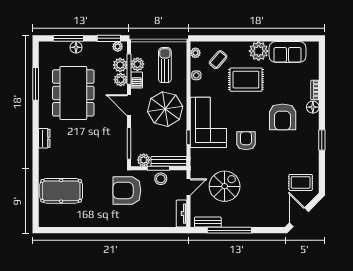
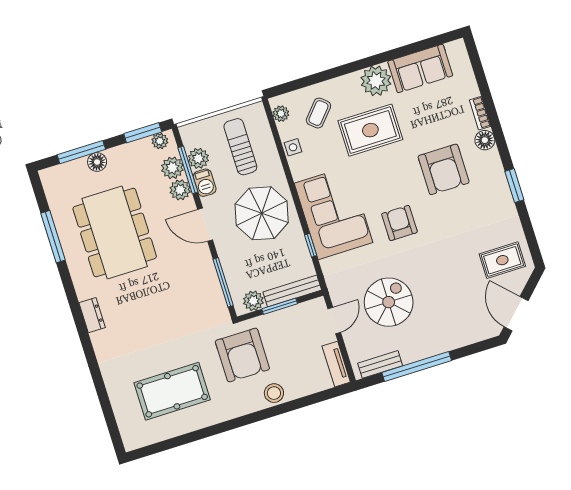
stool: (161, 179) -> (274, 393), moved
armchair: (127, 190) -> (242, 355), turned -90
pool table: (61, 191) -> (172, 391), moved

